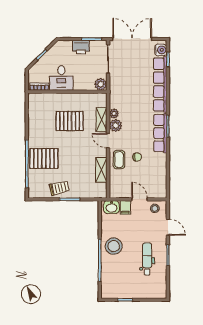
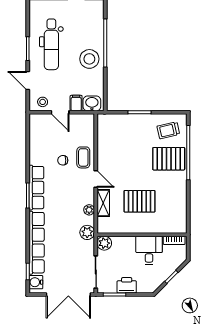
plant: (116, 125) -> (87, 232), moved
shelving: (101, 170) -> (104, 146), removed
trolley: (59, 188) -> (168, 130), moved
dental chair: (147, 259) -> (51, 44), width x1.36, depth x1.38

